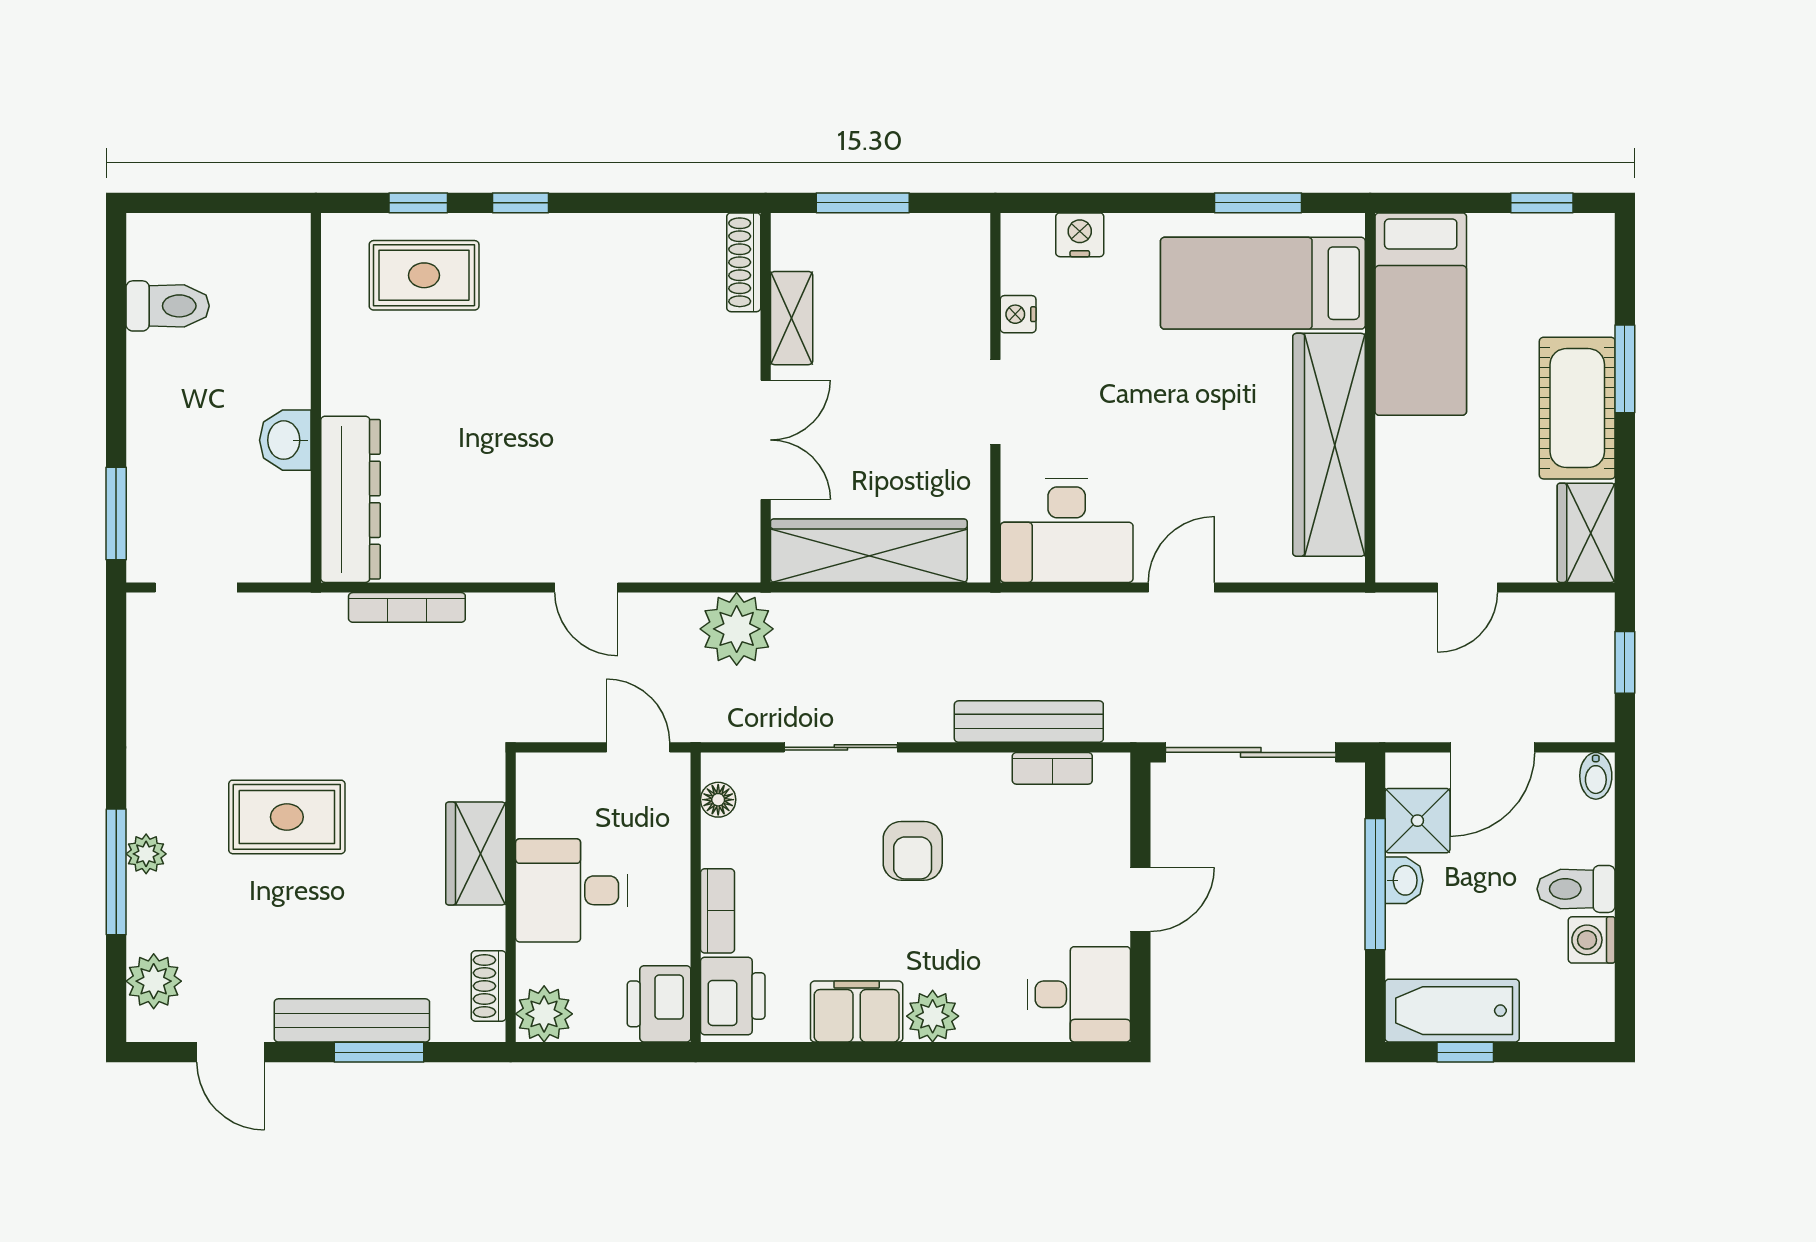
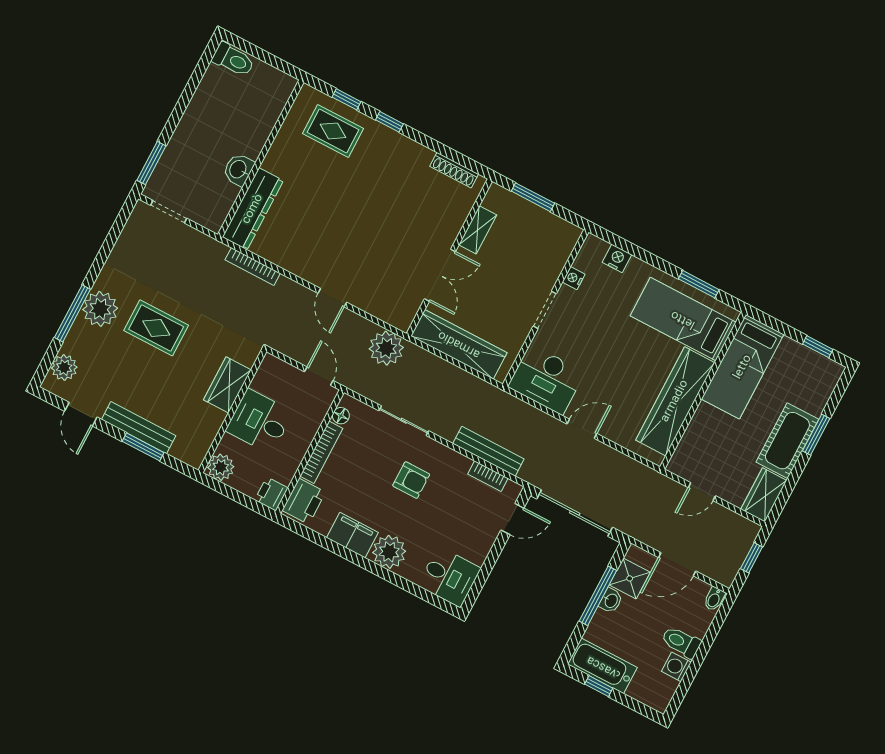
shoe rack: (744, 262) -> (454, 170), moved, turned -90
toilet: (168, 306) -> (233, 60), moved
armchair: (913, 851) -> (411, 480), turned -90
plant: (146, 854) -> (100, 309), width x1.87, depth x1.87
door: (1140, 899) -> (512, 519), moved
bookcase: (717, 911) -> (321, 452), width x1.56
shoe rack: (489, 986) -> (204, 443), removed
printer: (659, 1004) -> (271, 494), width x0.73, depth x0.81
plant: (933, 1016) -> (389, 552), width x1.36, depth x1.36

